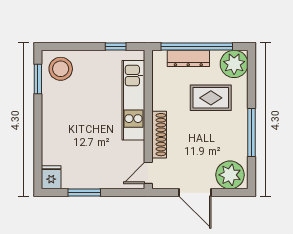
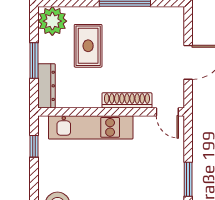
window: (197, 47) -> (34, 61), width x0.47
dresser: (188, 58) -> (46, 86), moved
plant: (230, 175) -> (170, 25), removed

